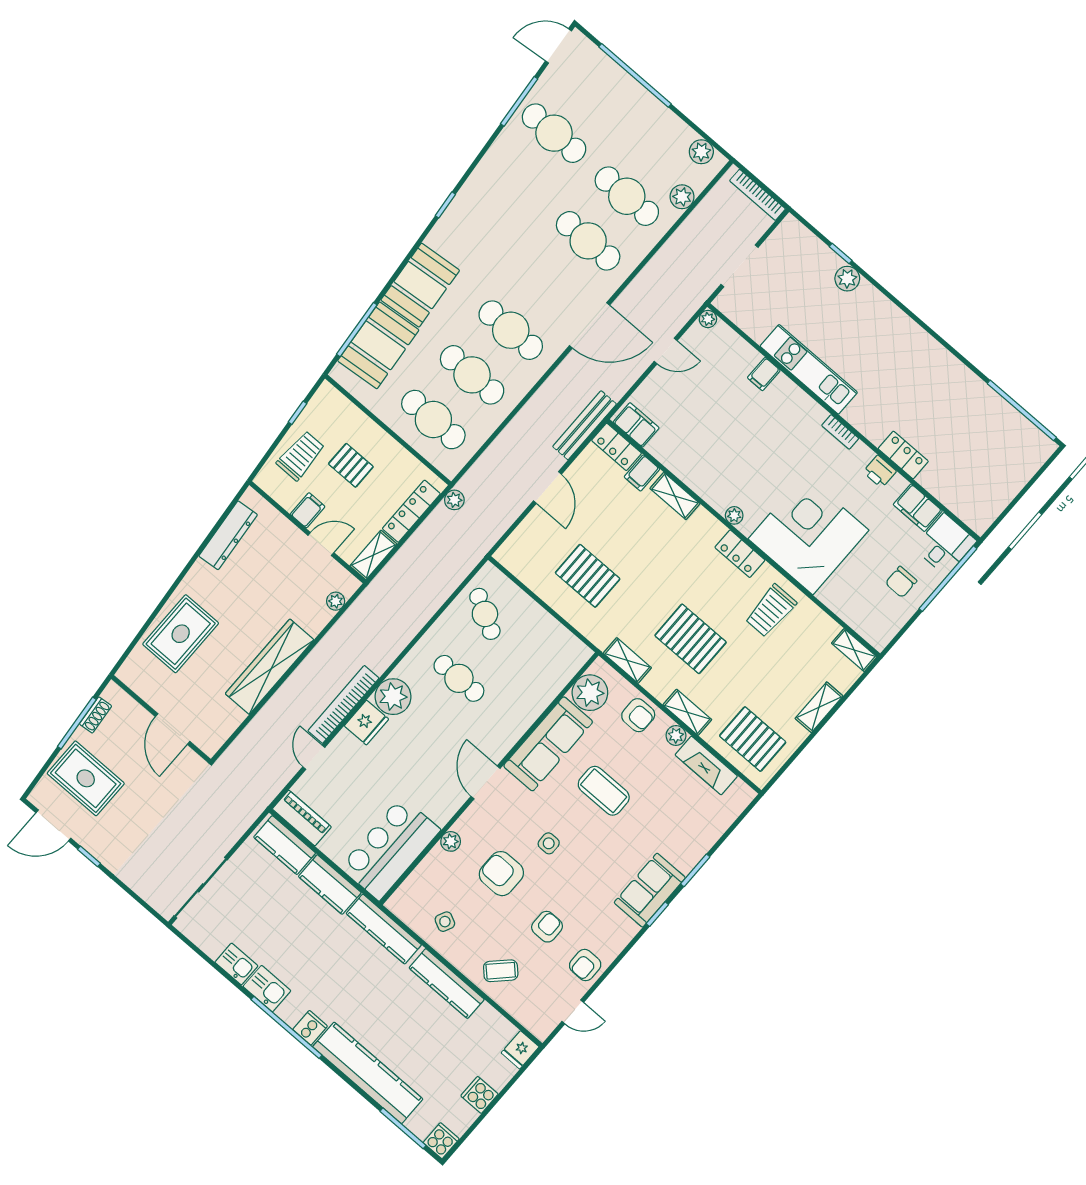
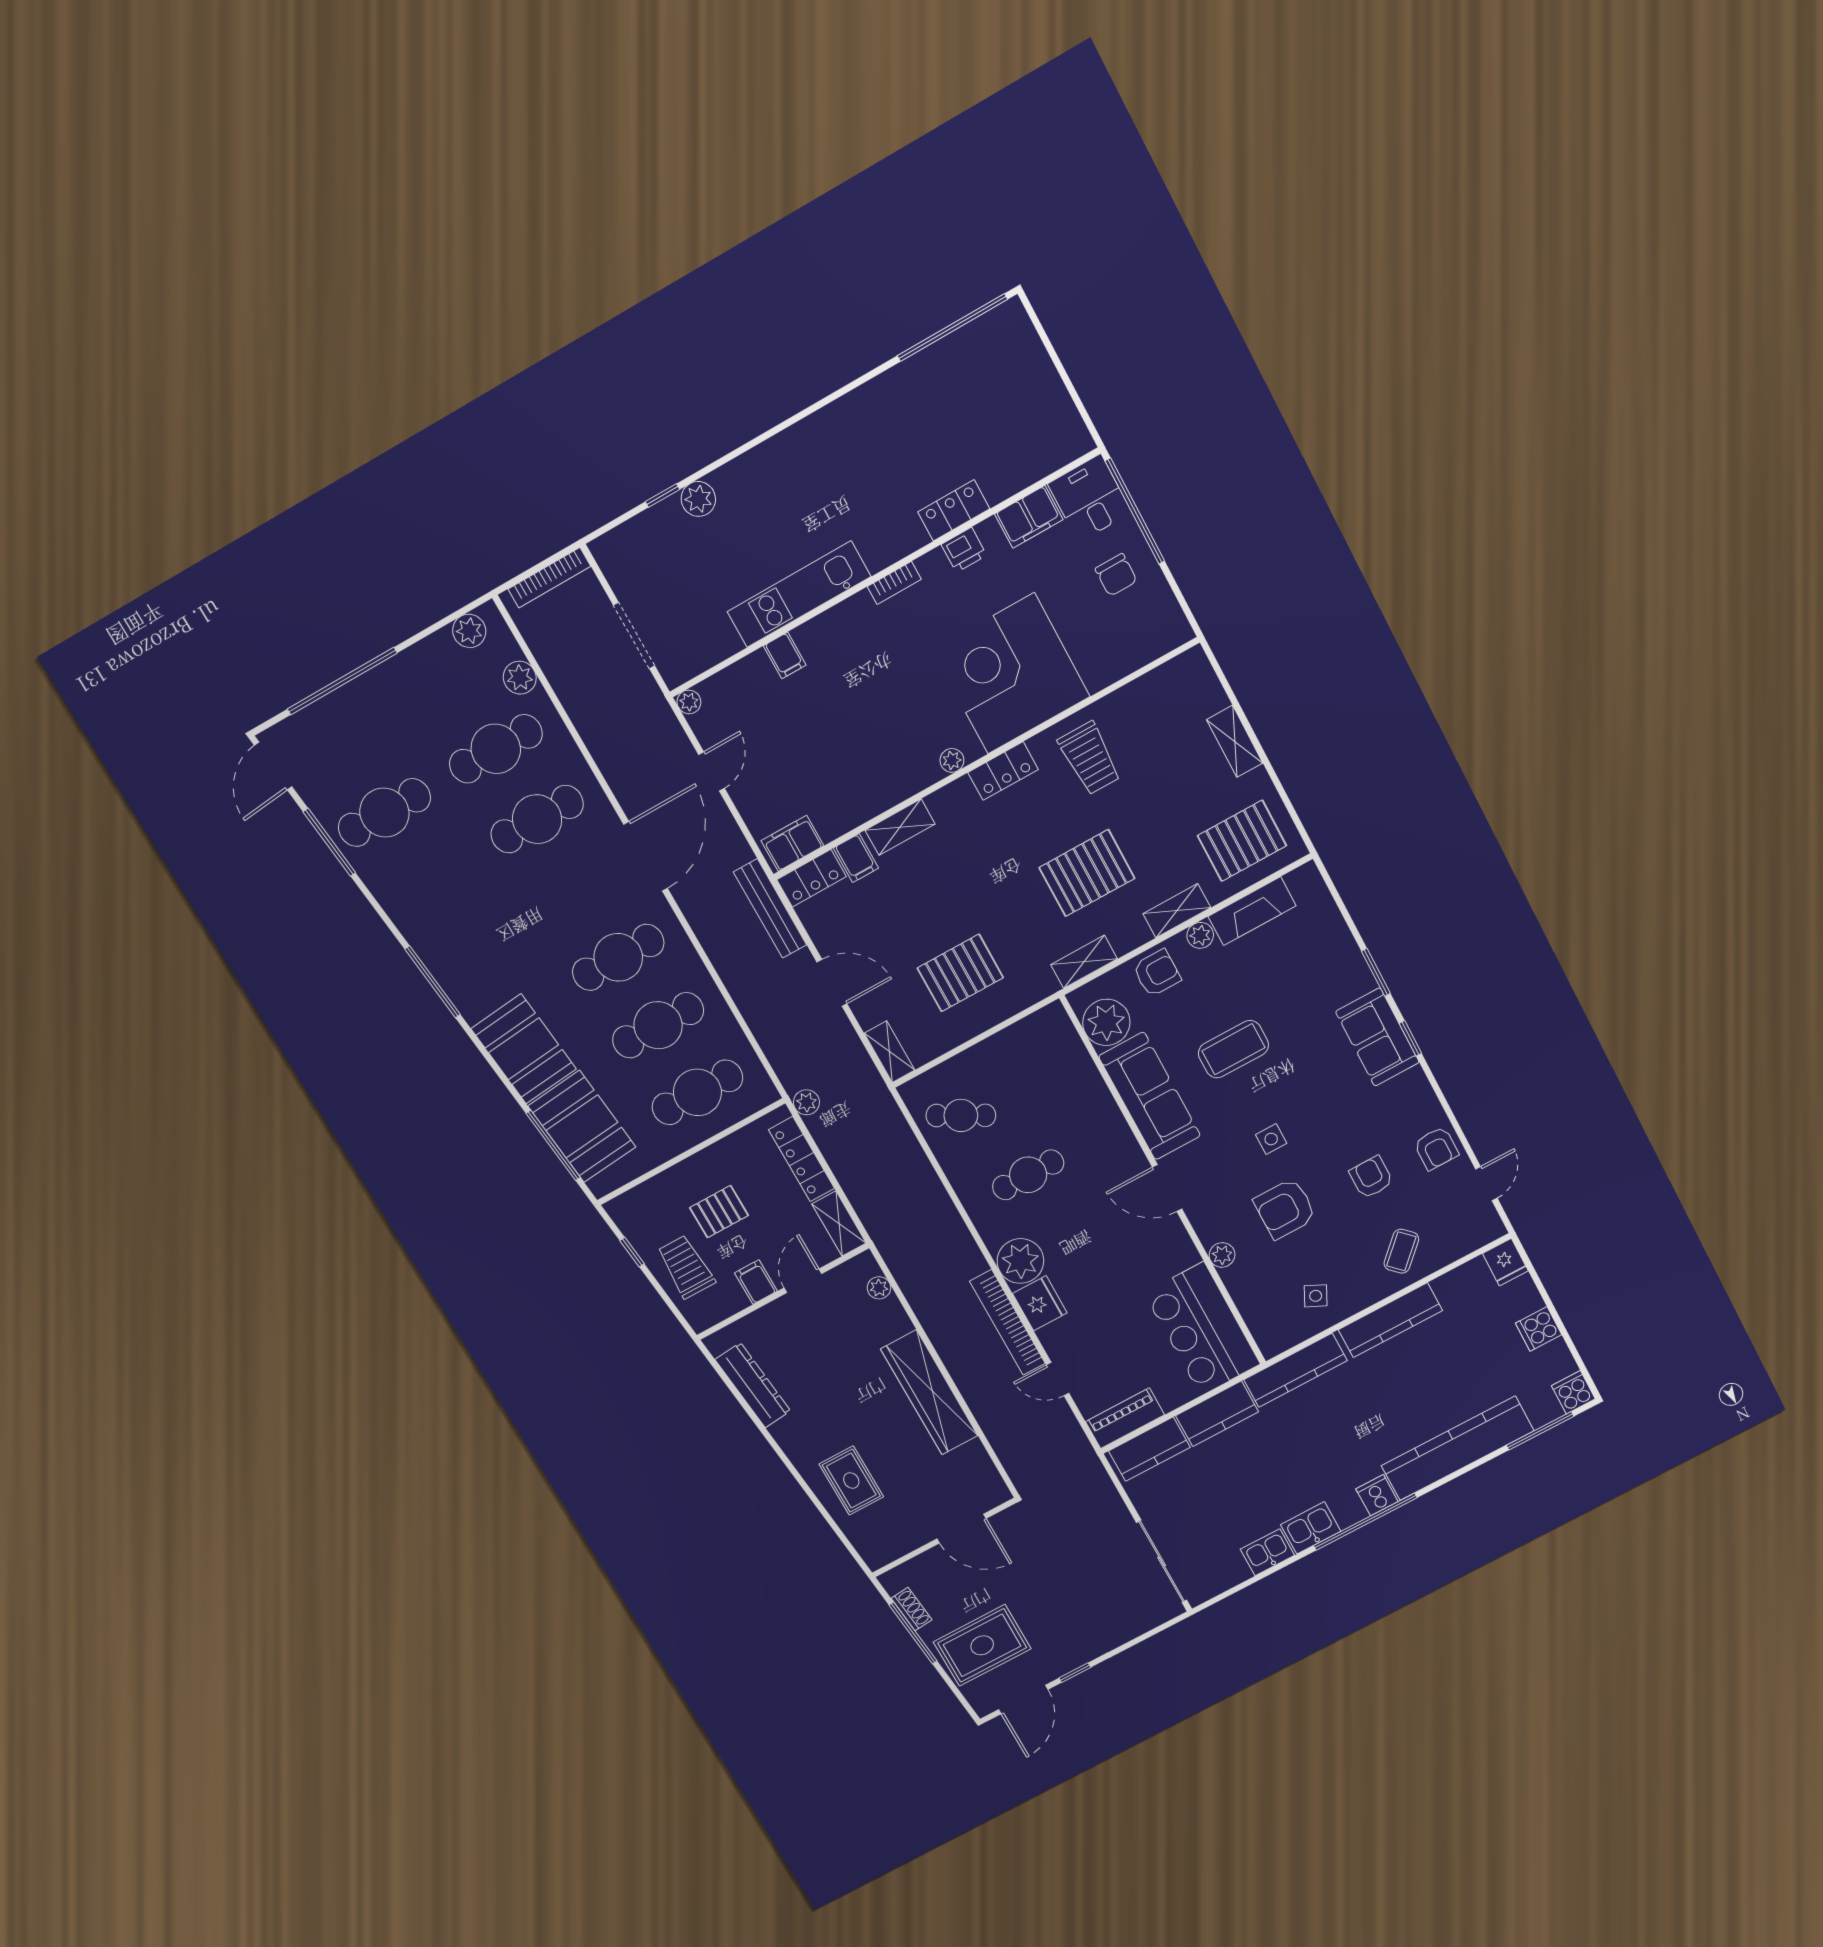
window: (445, 205) -> (432, 982), width x2.17
rug: (181, 634) -> (851, 1481), width x0.73, depth x0.70
shelving: (854, 650) -> (889, 1052), moved, turned 90

